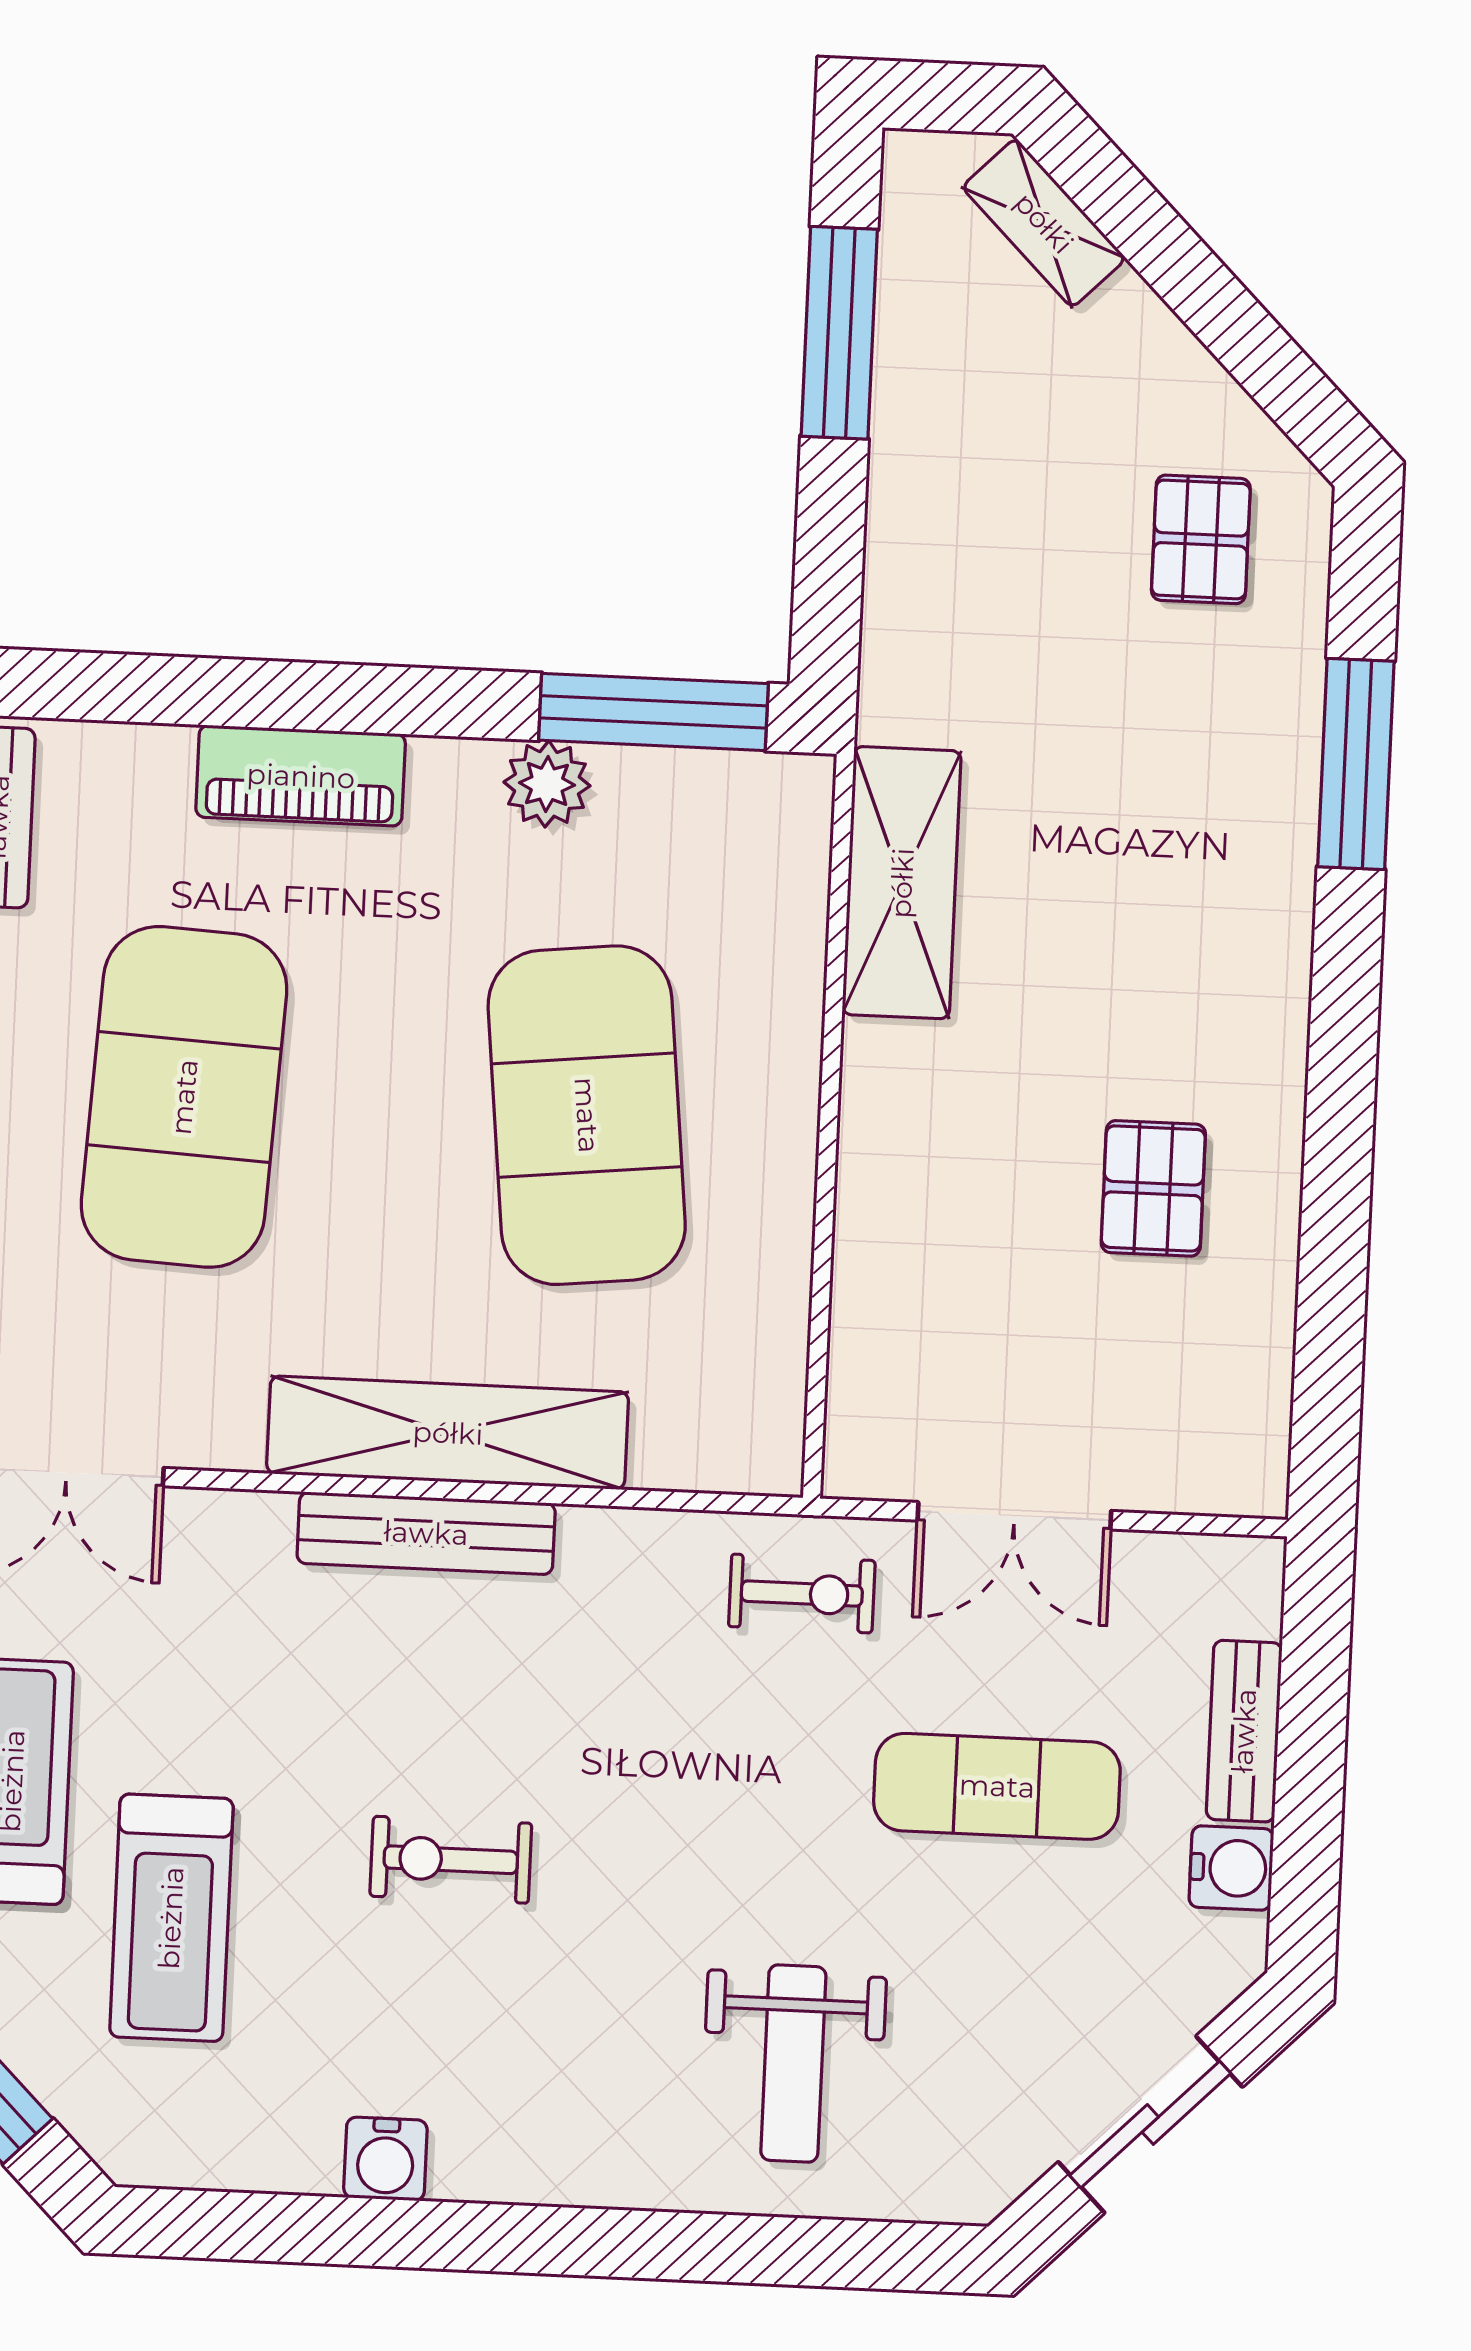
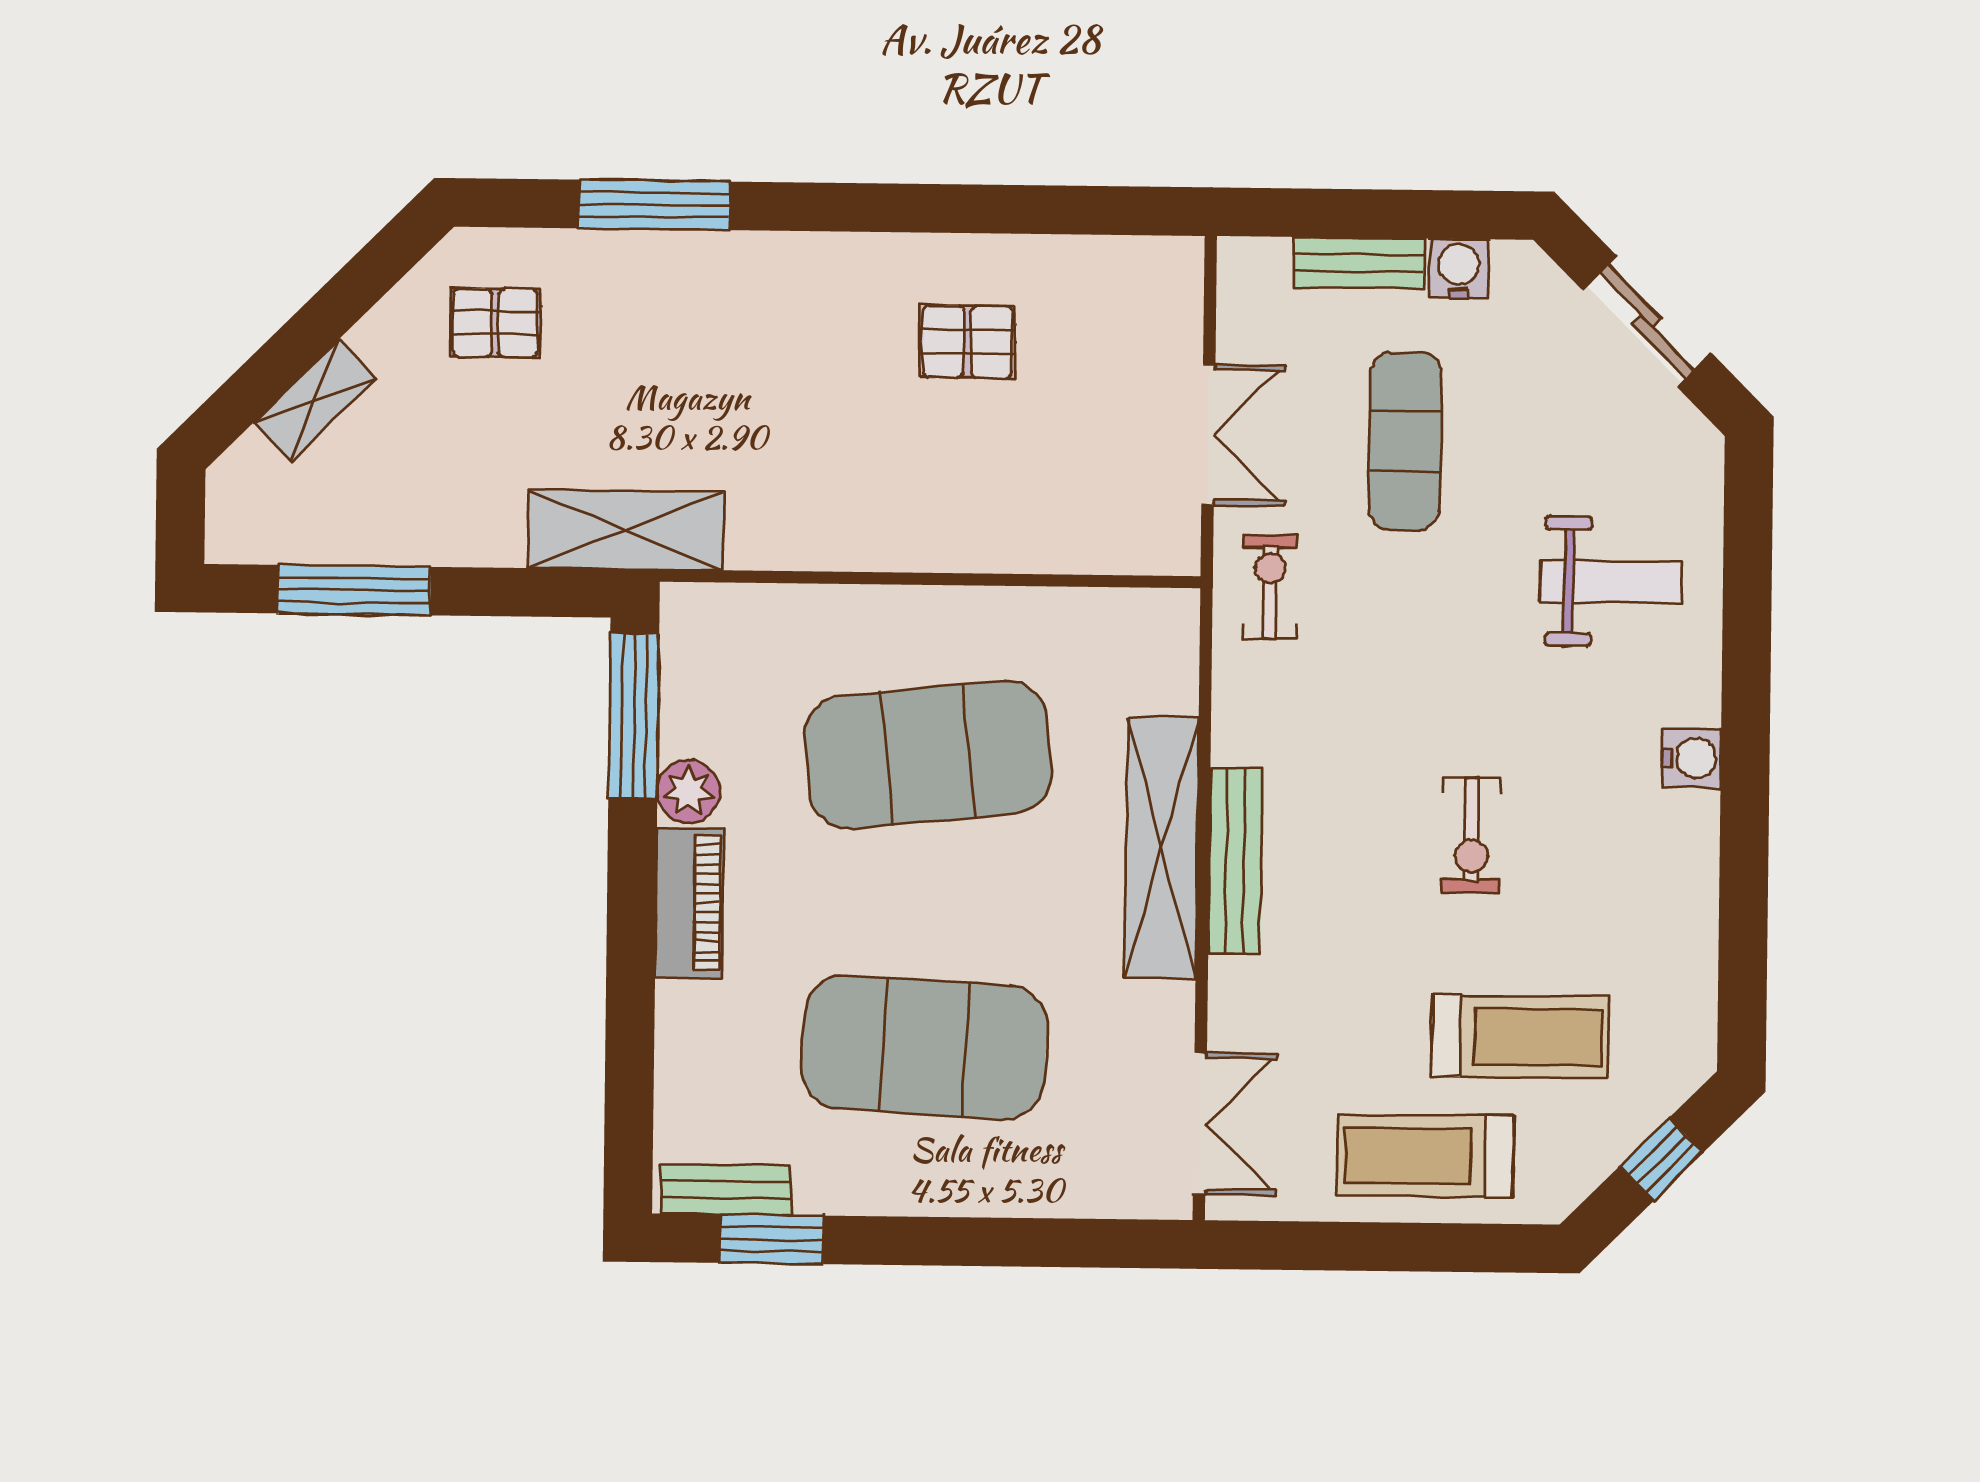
shelving: (1044, 223) -> (315, 400), moved
piano: (301, 776) -> (689, 903), moved
shelving: (902, 883) -> (625, 530), moved
water cooler: (385, 2159) -> (1692, 758), moved

